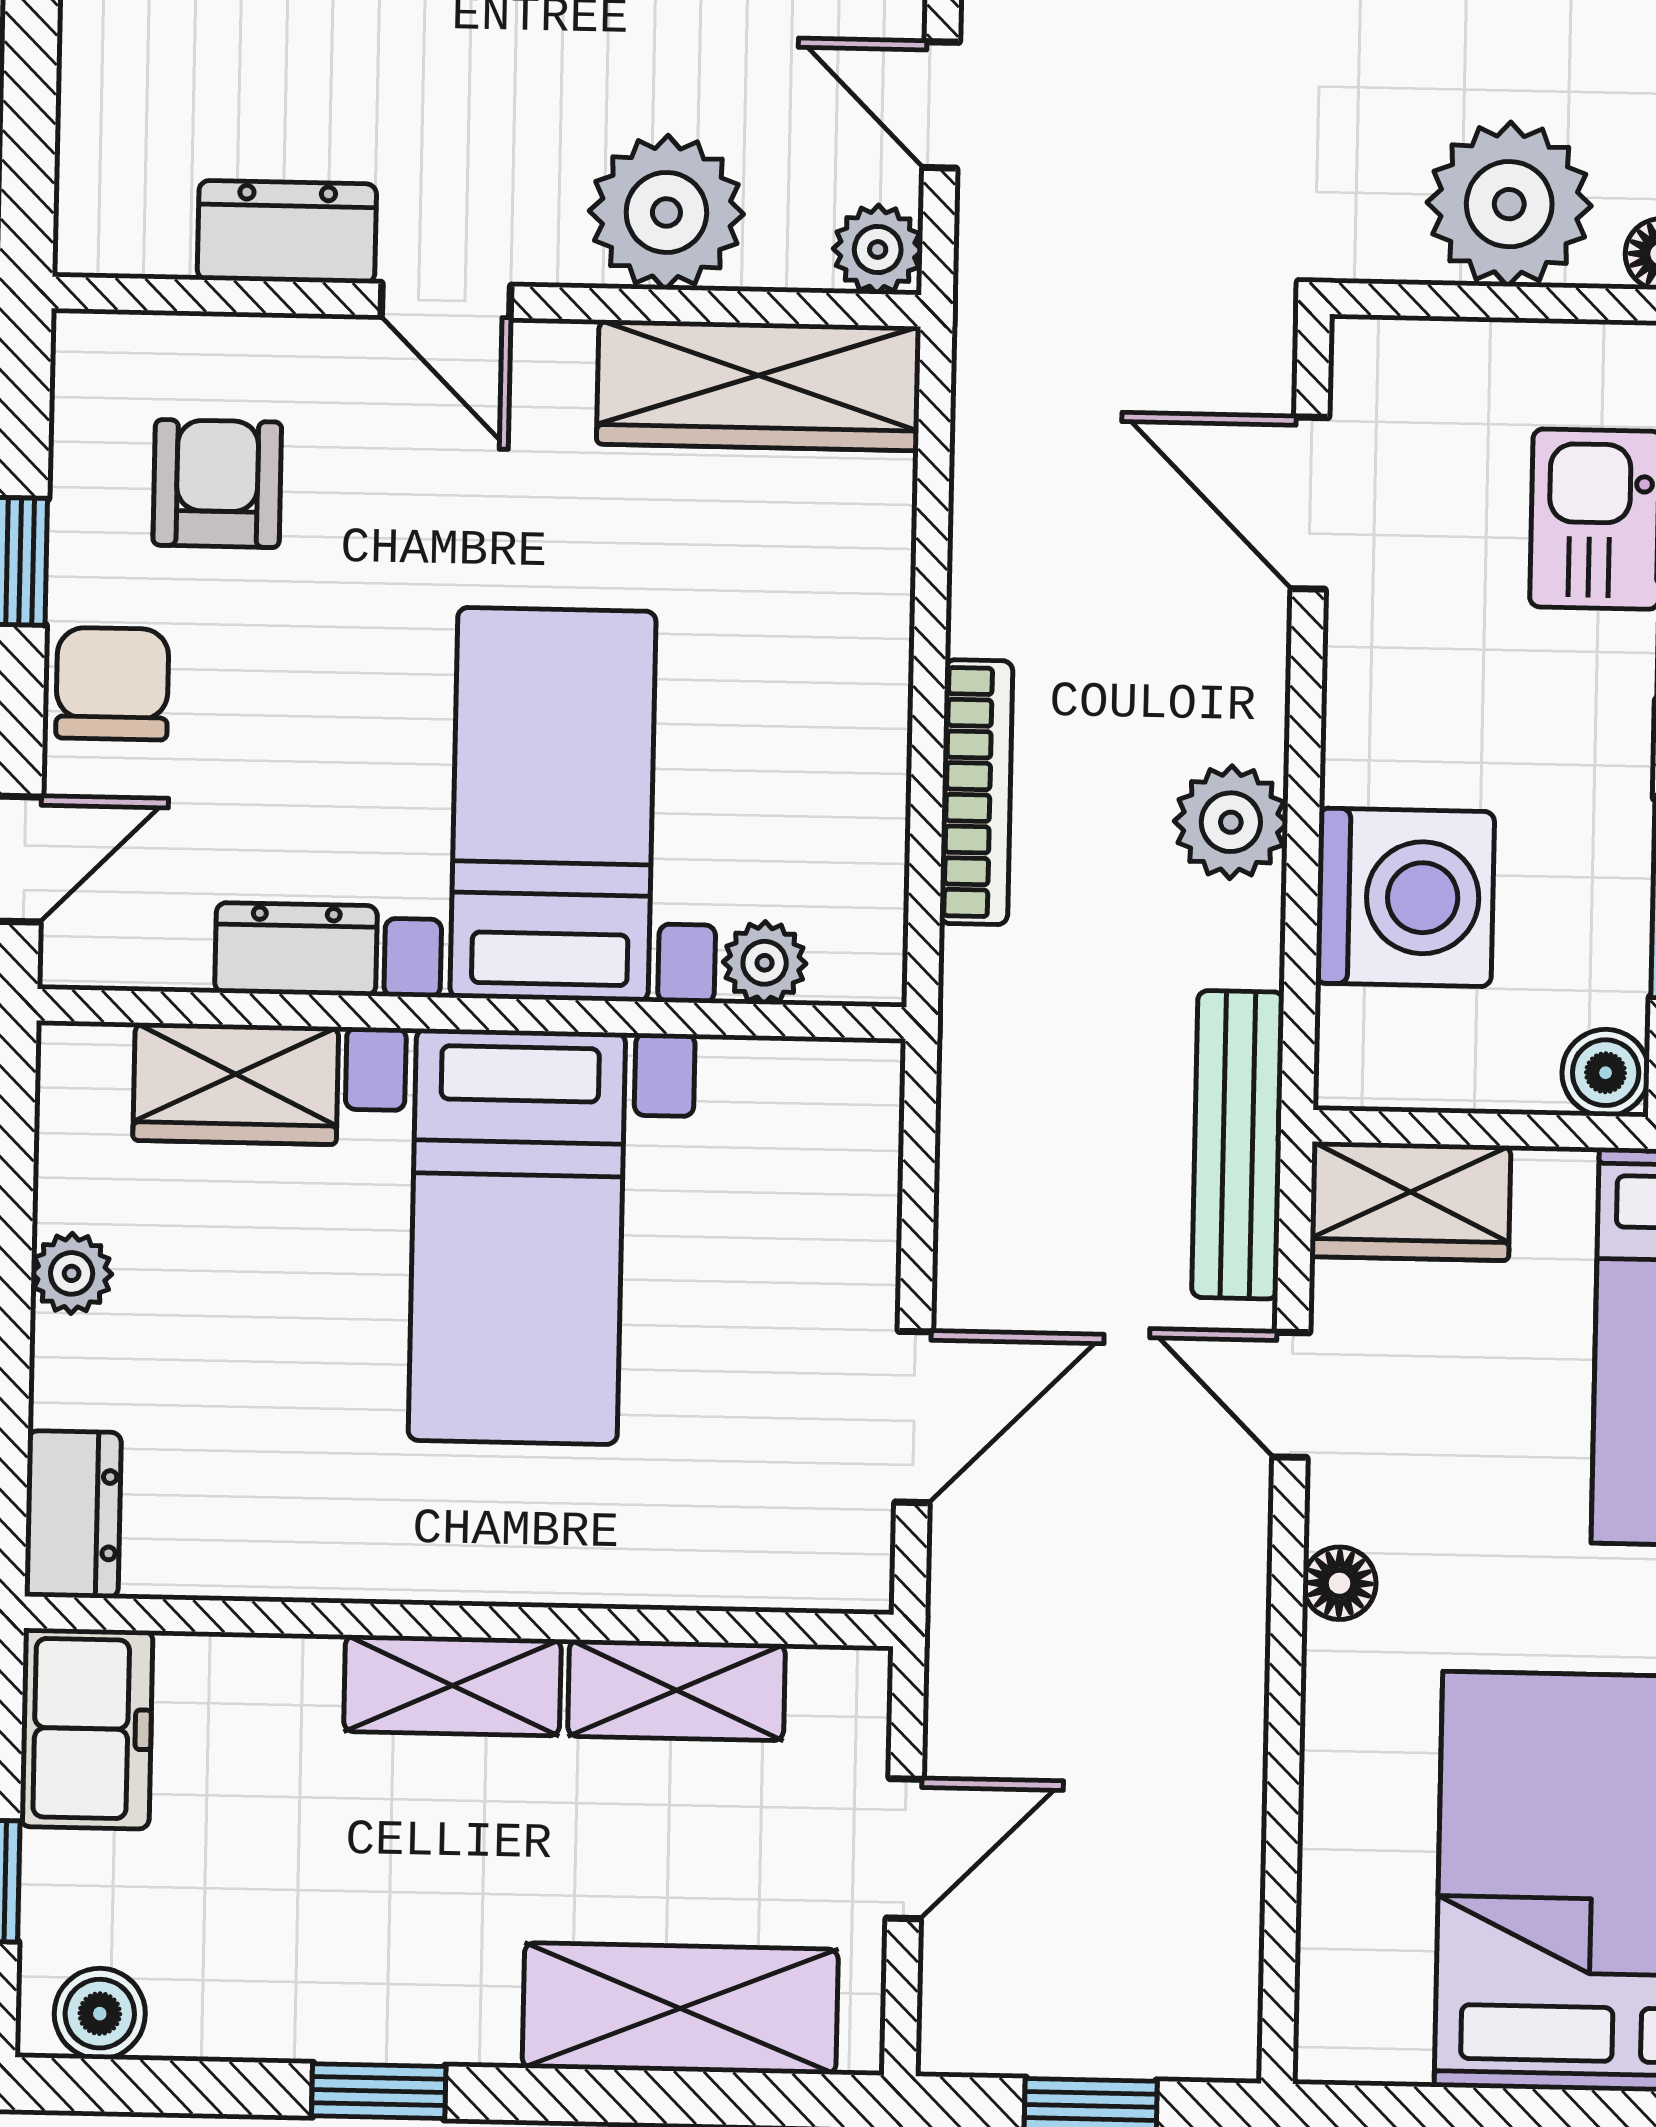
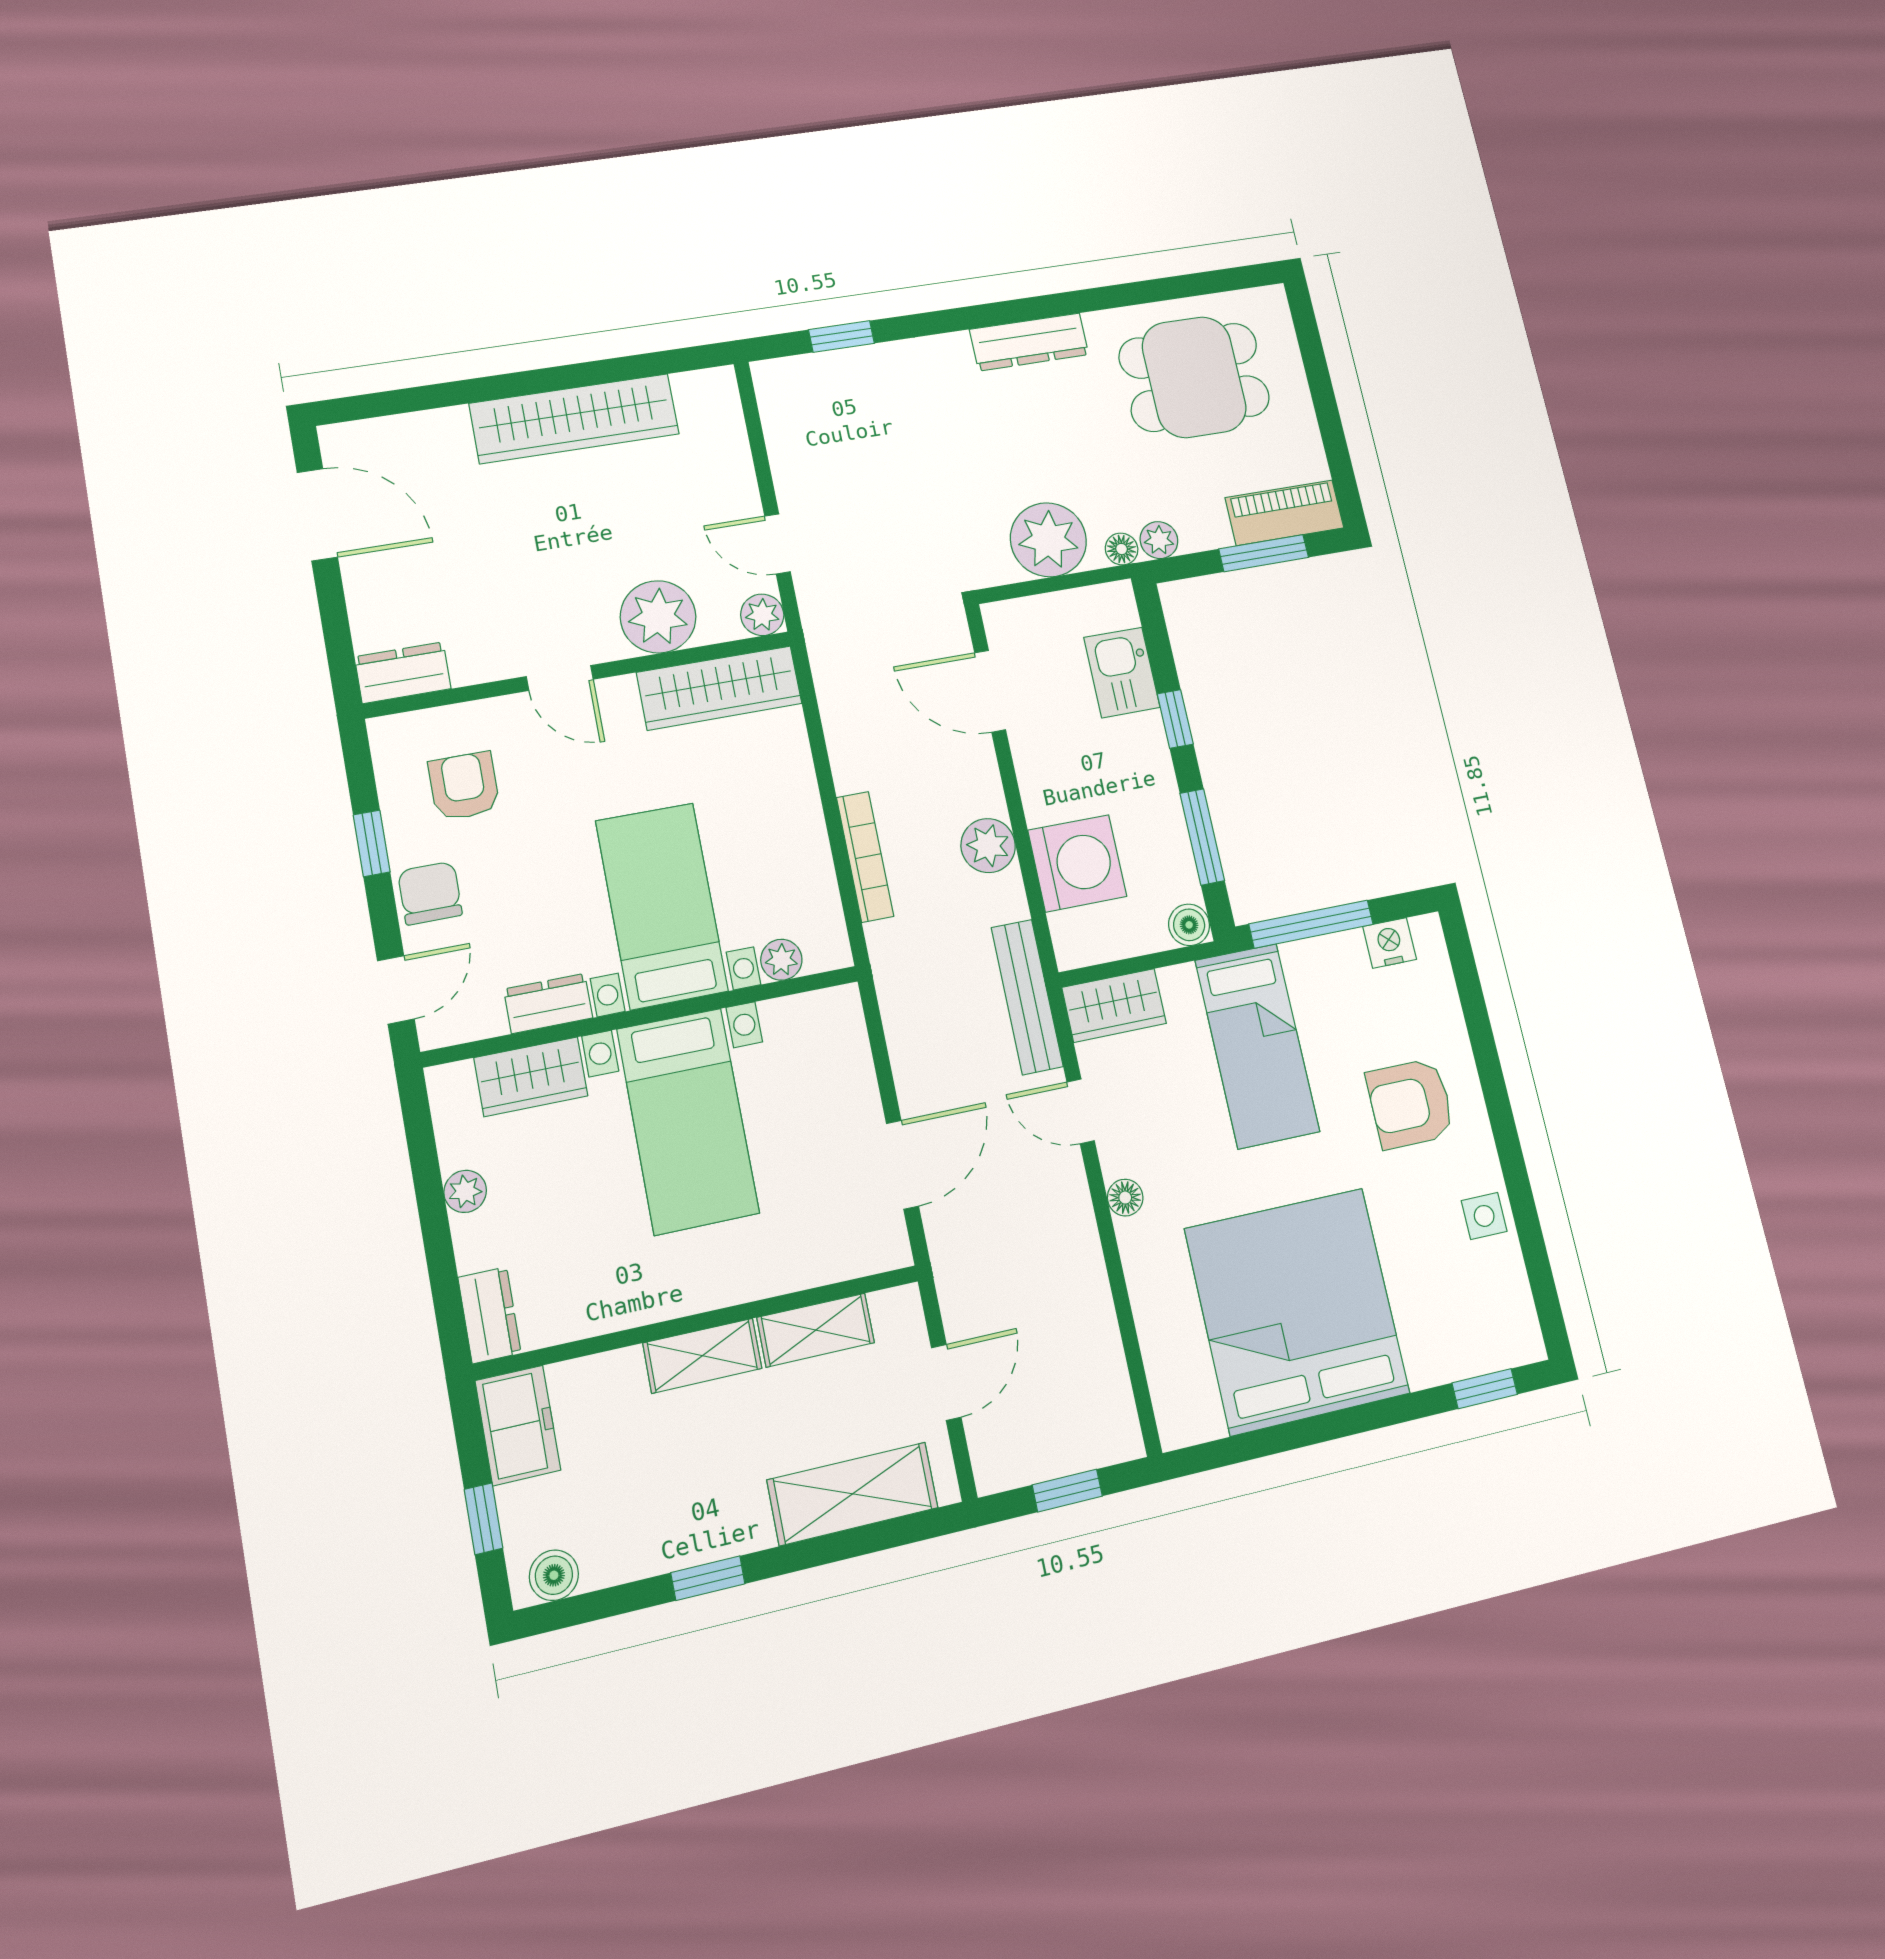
dresser: (287, 232) -> (403, 673), moved

